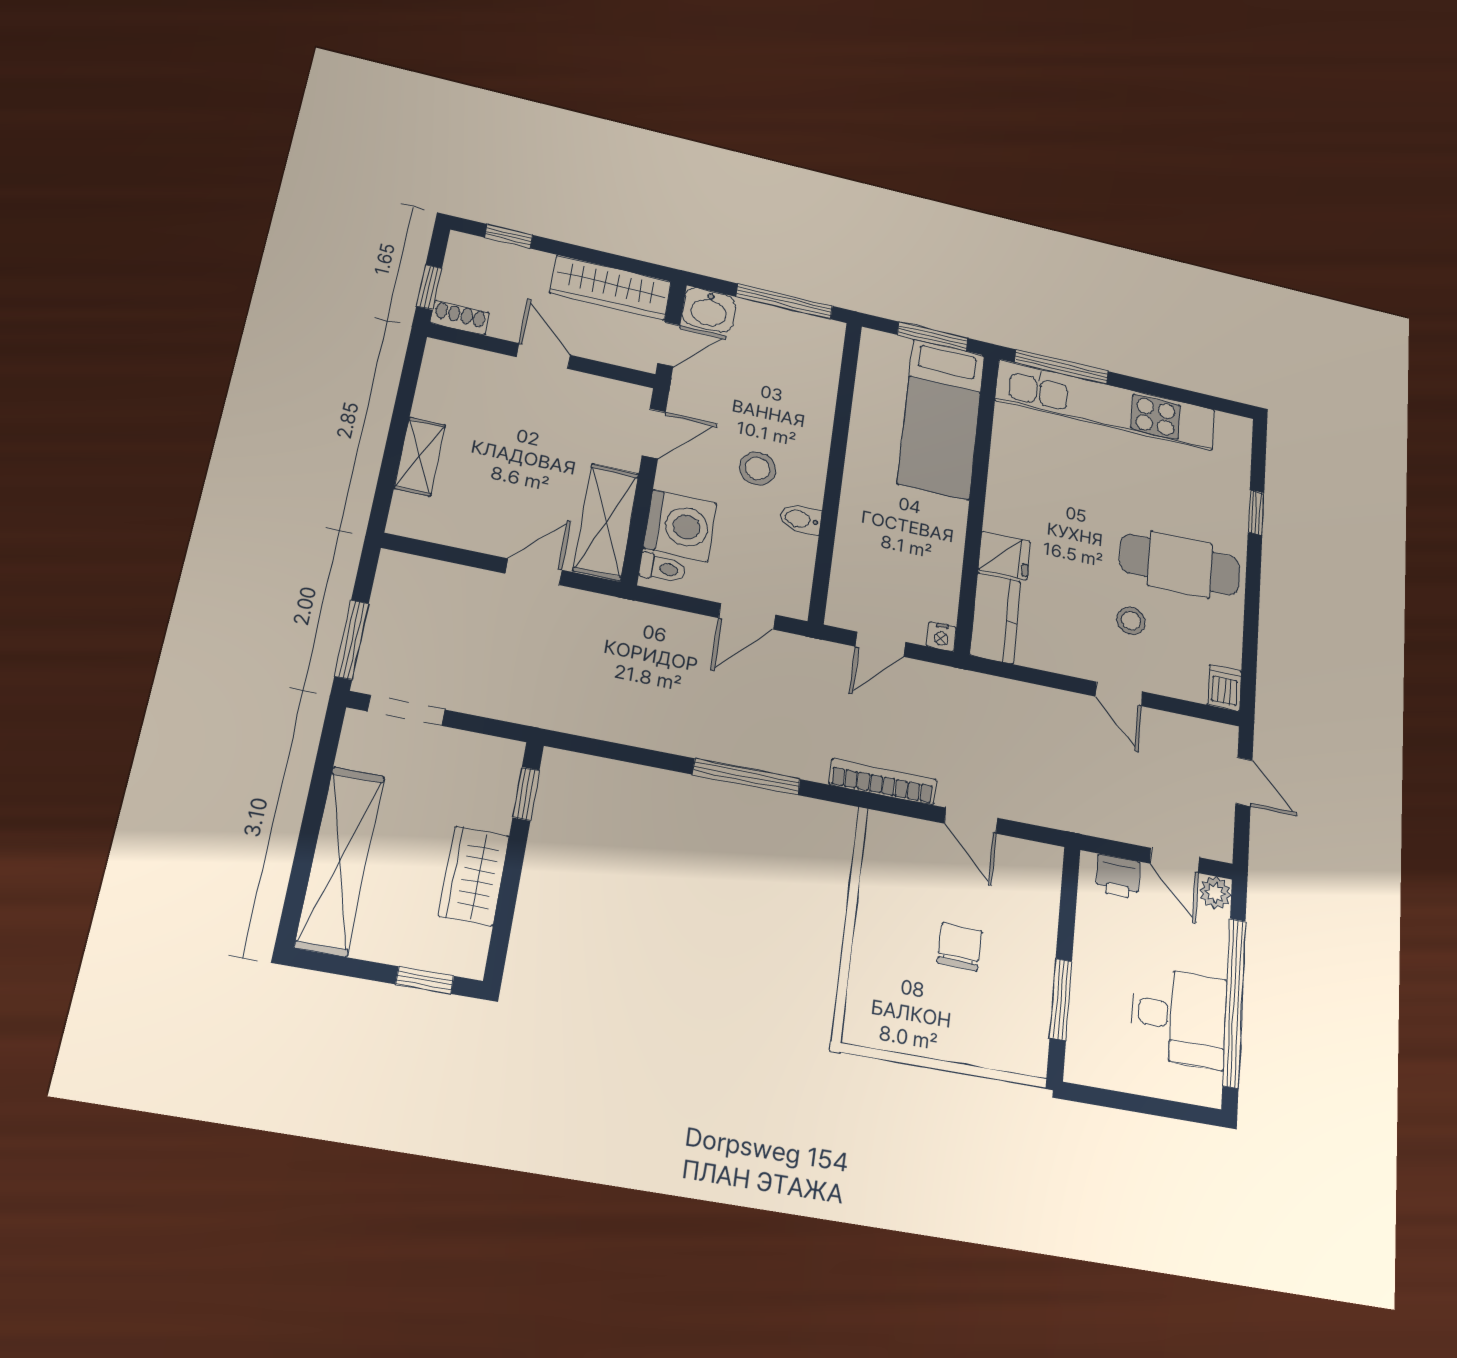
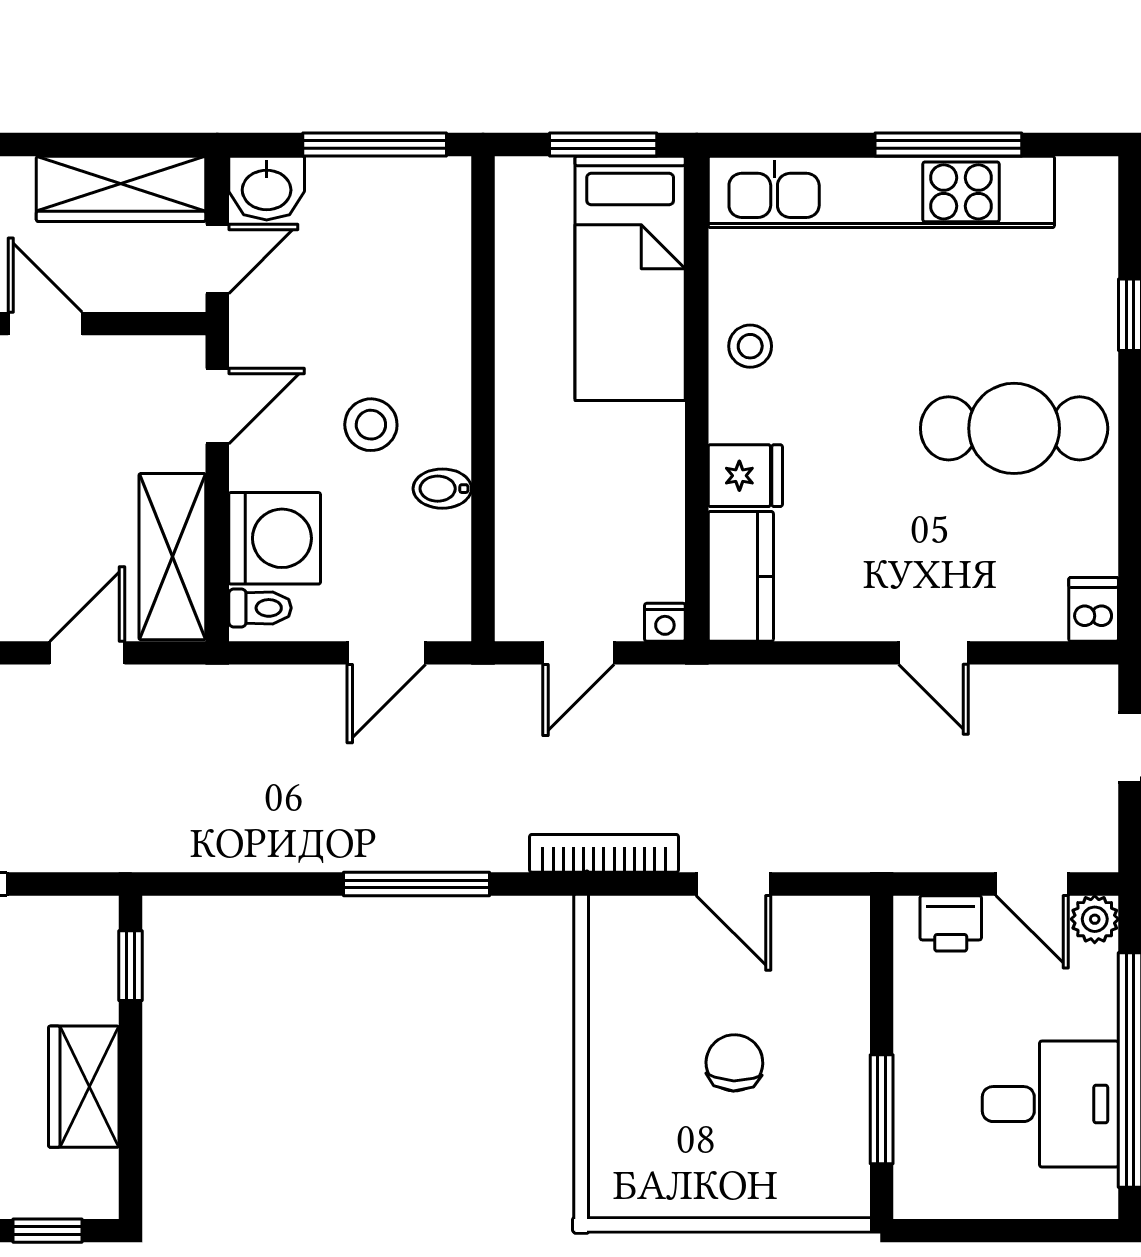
window: (1061, 367) -> (948, 145), moved
stool: (1131, 621) -> (750, 346), moved

